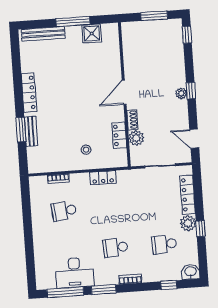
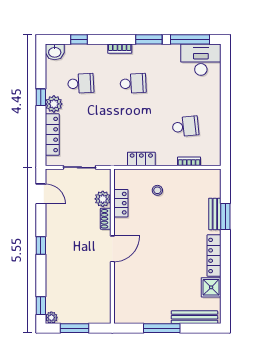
shower: (92, 34) -> (211, 287), moved
plant: (181, 93) -> (51, 318), moved
desk: (74, 273) -> (201, 60), moved

